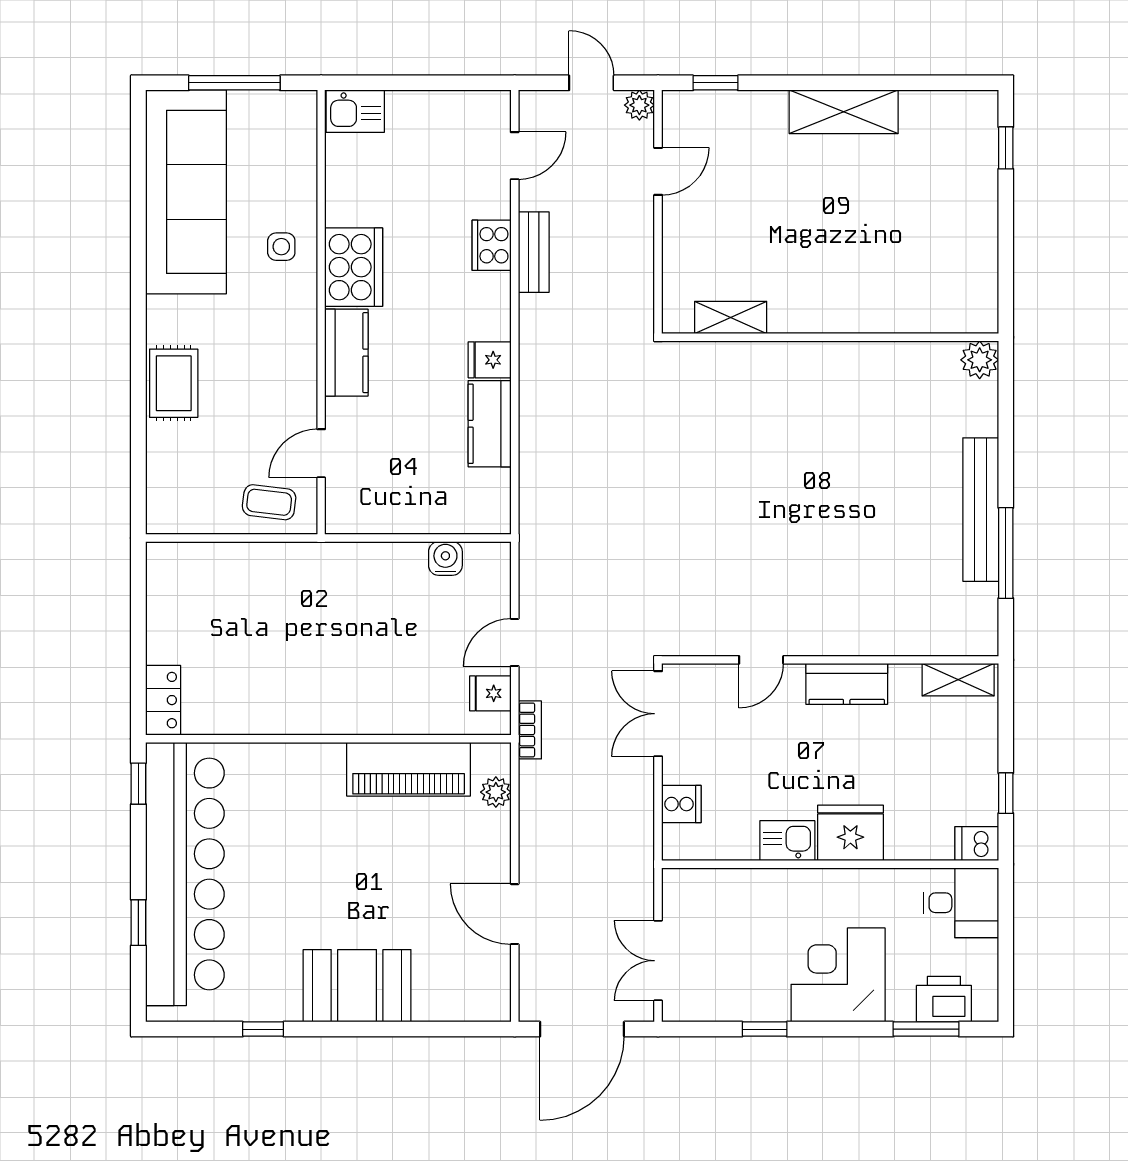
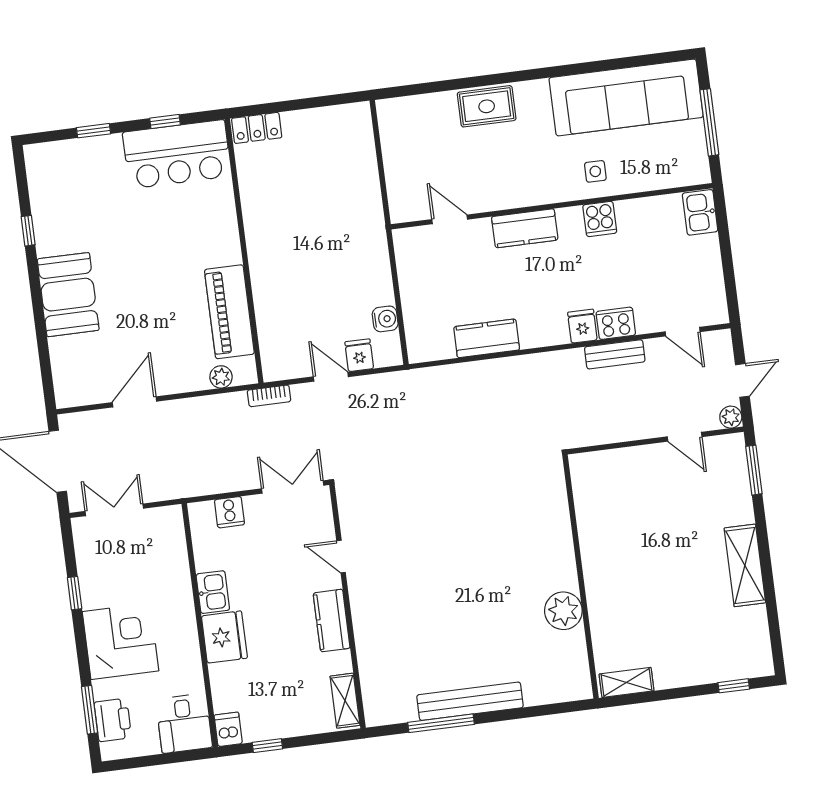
window: (716, 83) -> (754, 470), width x1.50
cooker: (354, 267) -> (600, 219), width x0.53, depth x0.76
shelving: (731, 318) -> (627, 682), moved, turned 90
fridge: (490, 360) -> (582, 326), moved
plant: (980, 360) -> (563, 611), moved, width x1.36, depth x1.36
coffee table: (269, 502) -> (409, 186), removed
fridge: (490, 693) -> (359, 355), moved
window: (138, 784) -> (165, 122), moved
bar counter: (185, 874) -> (177, 154), width x0.54

